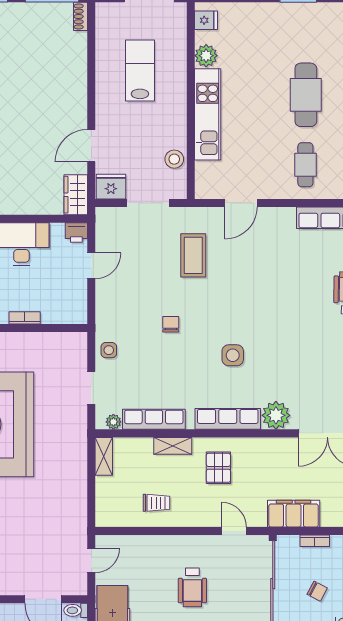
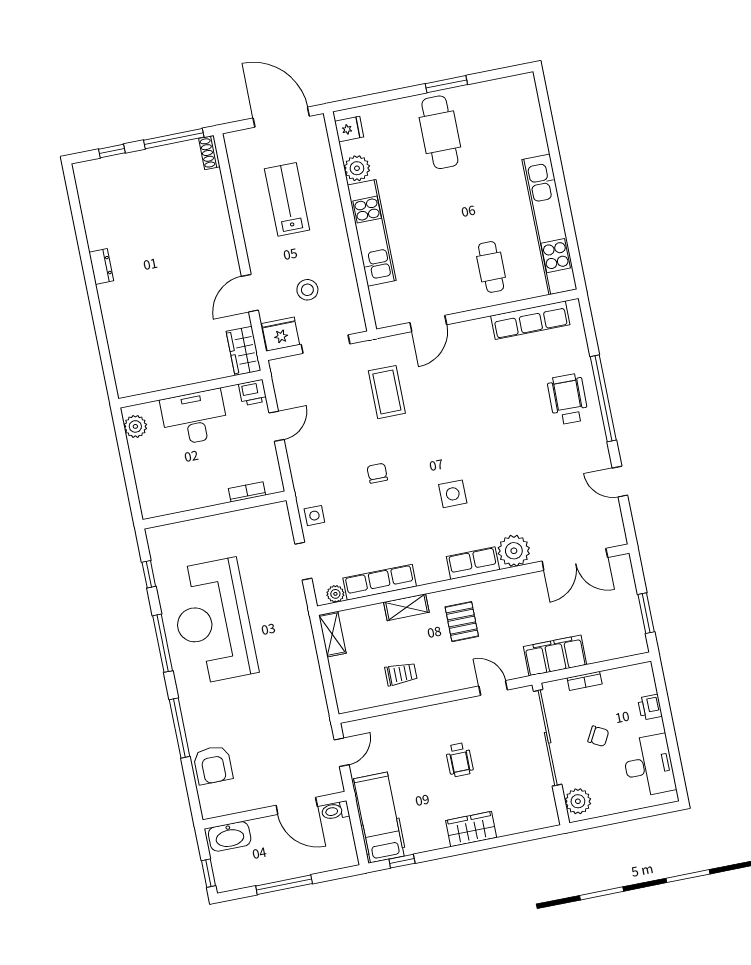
cafe table: (306, 95) -> (440, 132), moved
stool: (174, 159) -> (307, 290), moved
bookcase: (25, 318) -> (247, 492), moved
row of seats: (228, 419) -> (473, 563), width x0.68
wheelchair: (192, 587) -> (459, 760), width x0.73, depth x0.73

